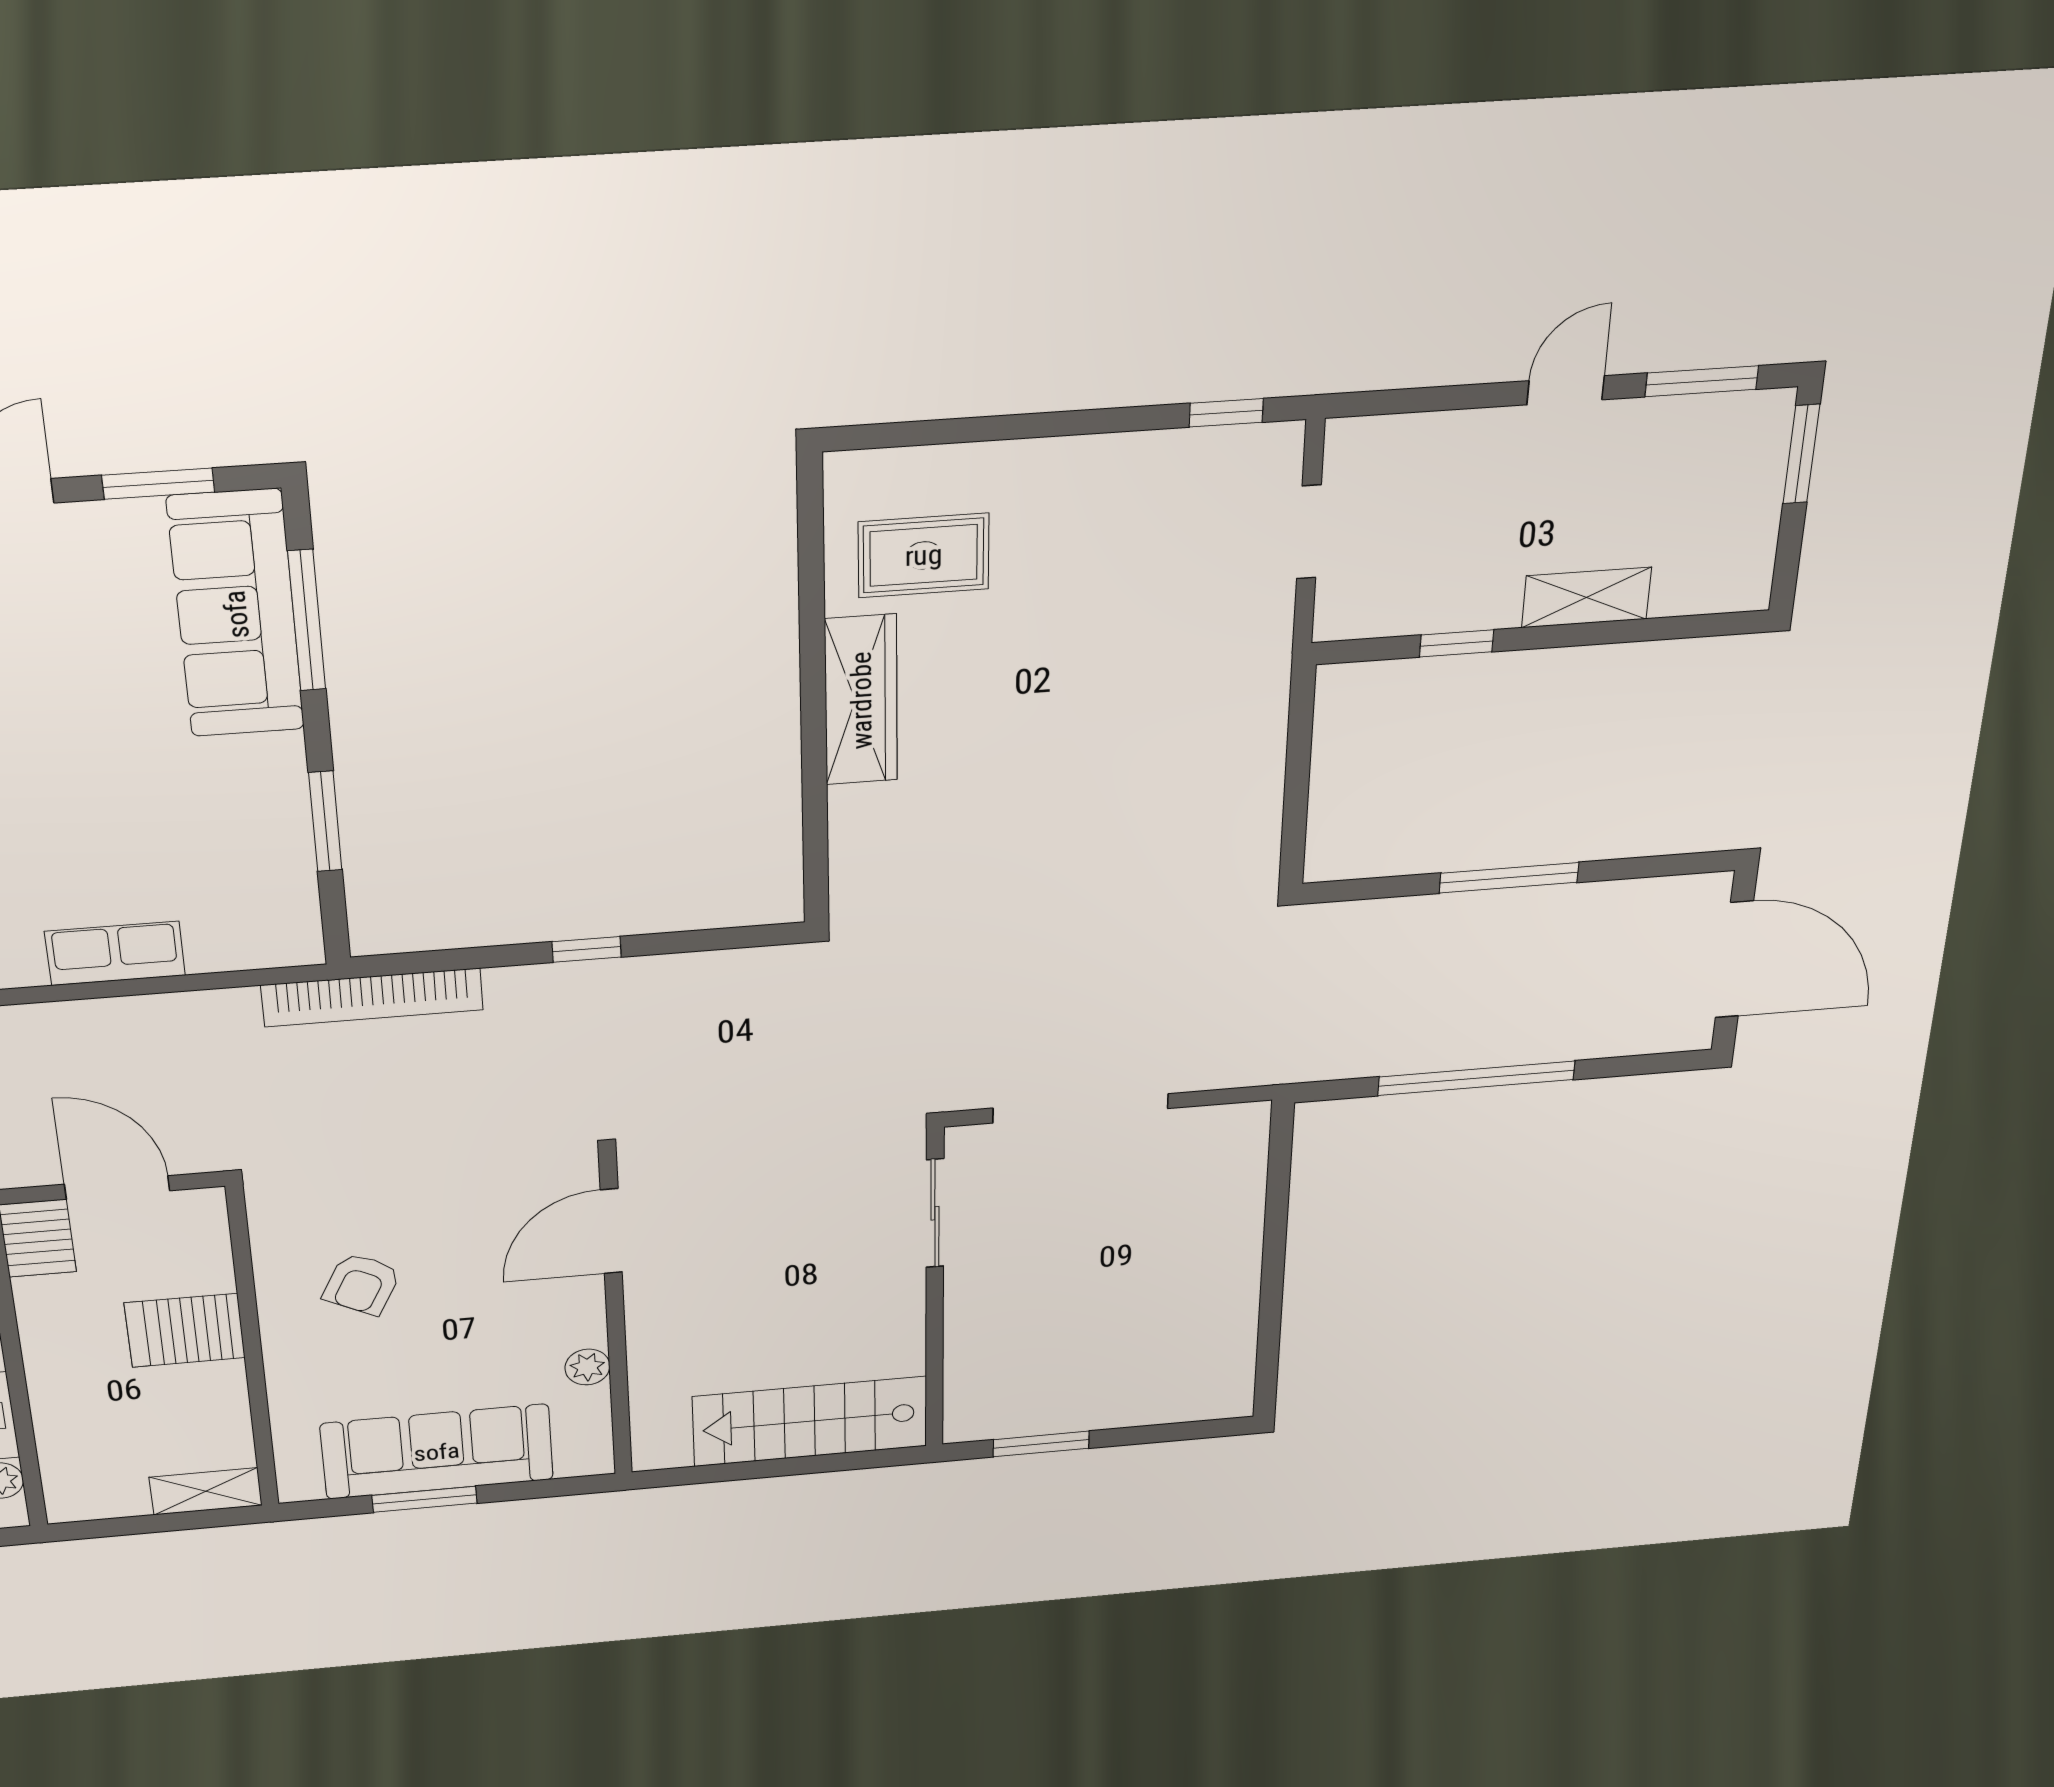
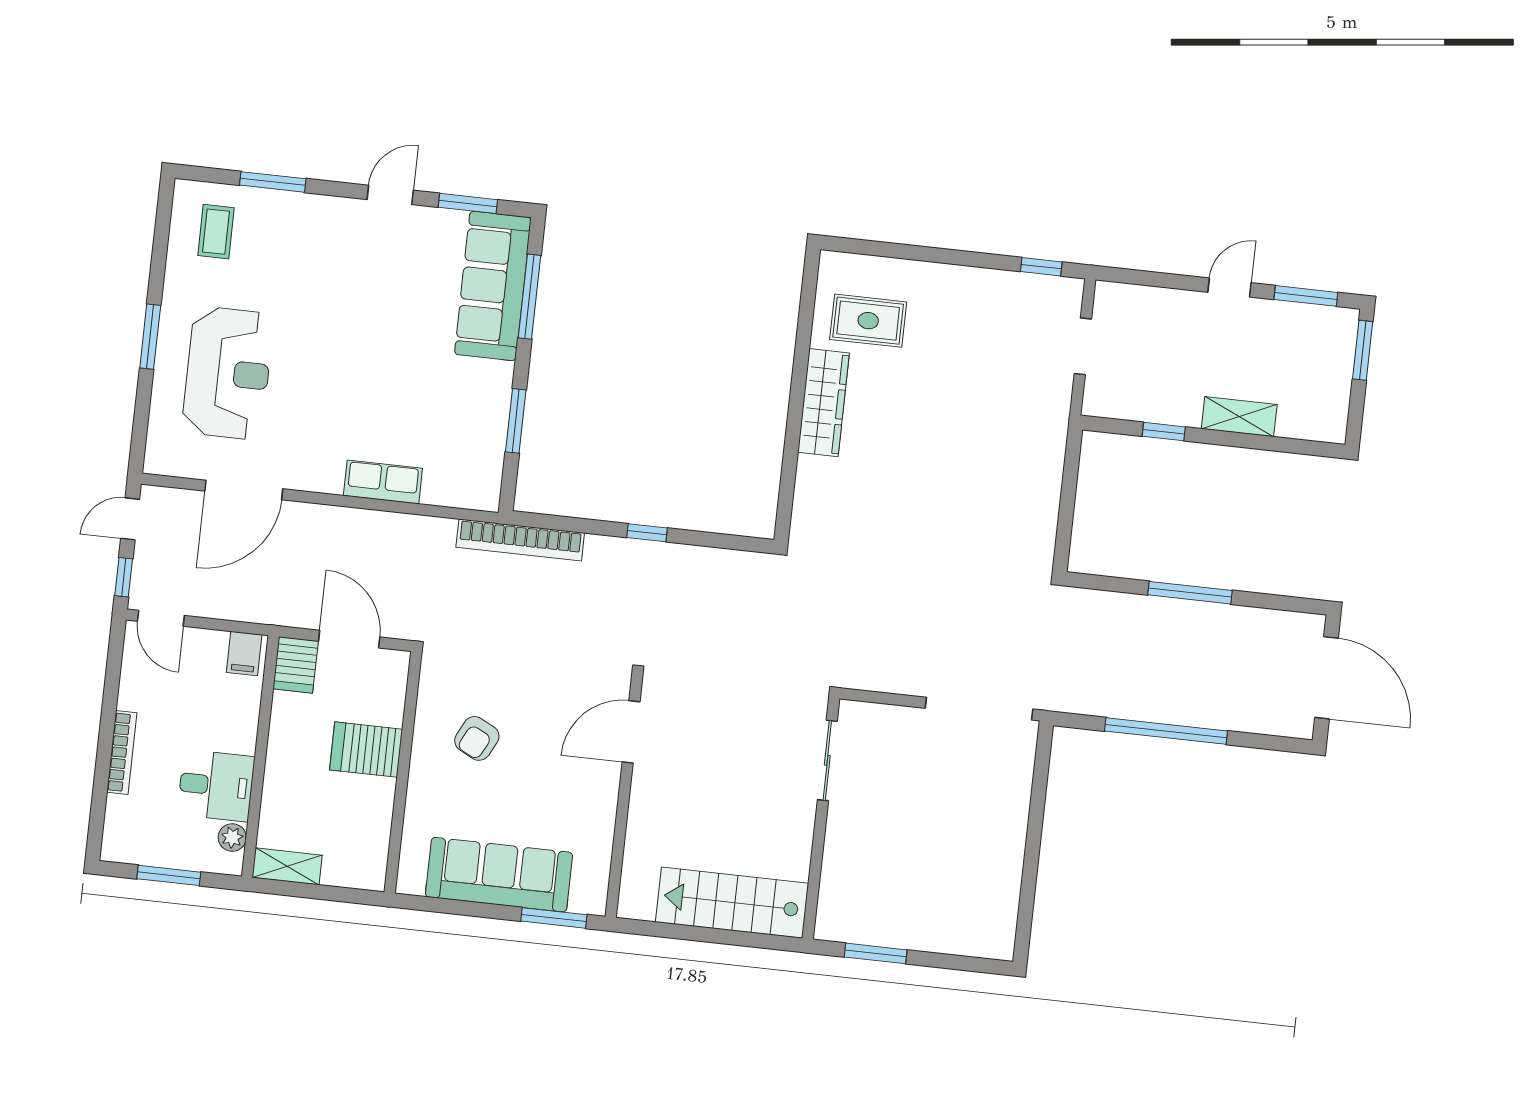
doorway: (1081, 1108) -> (979, 709), moved
plant: (587, 1367) -> (601, 830), removed
shelving: (206, 1491) -> (287, 866), moved
window: (424, 1499) -> (554, 918), moved

